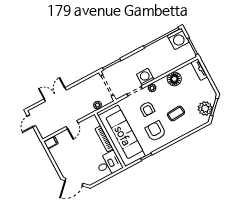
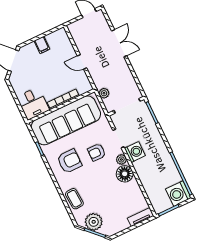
floor lamp: (174, 79) -> (125, 174), moved
coffee table: (176, 113) -> (74, 199), moved
filing cabinet: (51, 142) -> (42, 45), moved

